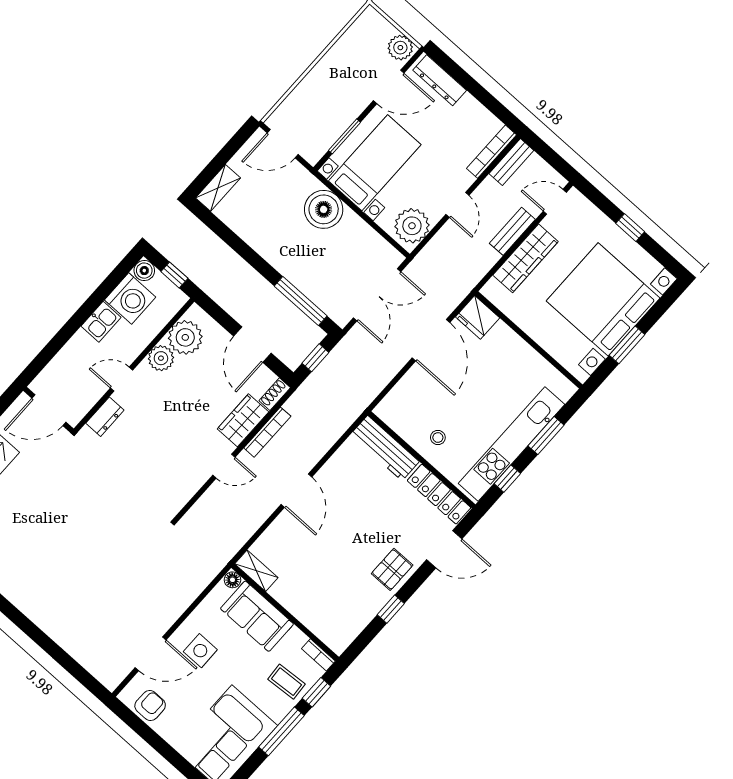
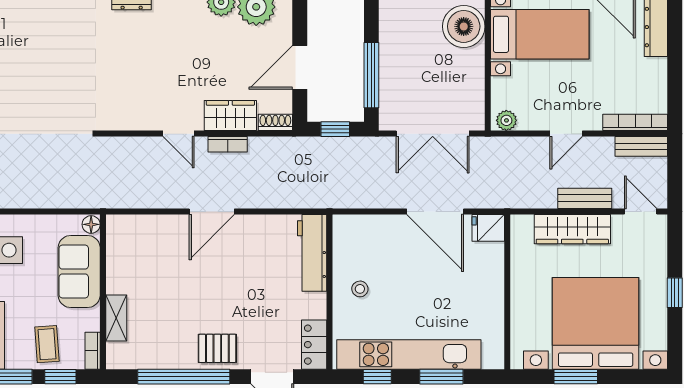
plant: (412, 226) -> (506, 120), width x0.53, depth x0.53
fridge: (478, 317) -> (488, 228), width x0.72
door: (431, 340) -> (435, 211), hinge flipped
bookcase: (267, 432) -> (228, 144), width x0.64
locker: (439, 494) -> (314, 345), width x0.66
shelving: (256, 571) -> (116, 318), moved
window: (391, 609) -> (184, 377), width x3.17

